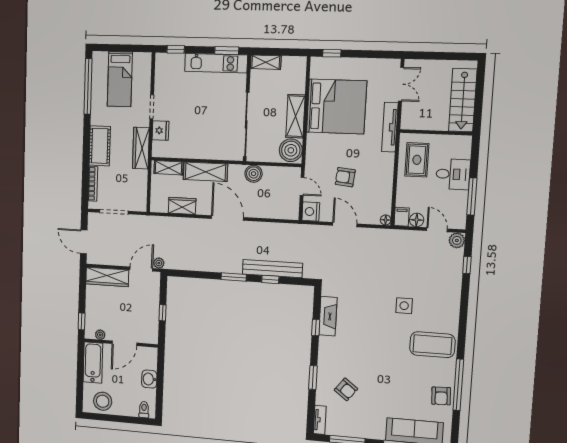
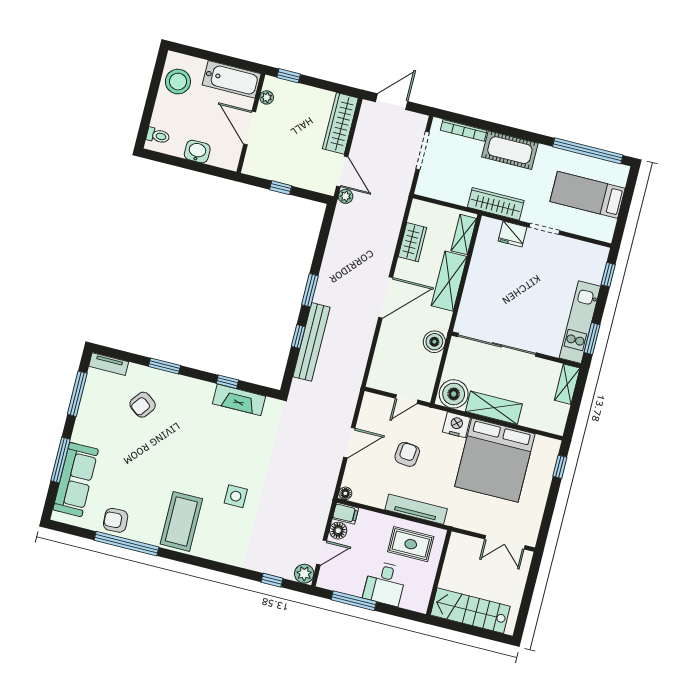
tv unit: (390, 127) -> (416, 509), moved
nightstand: (311, 212) -> (456, 425), moved

